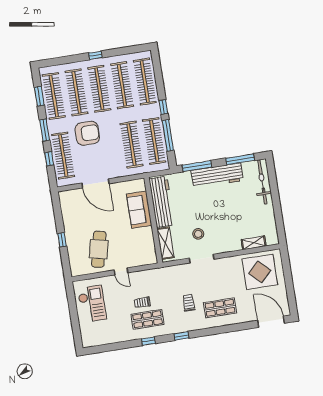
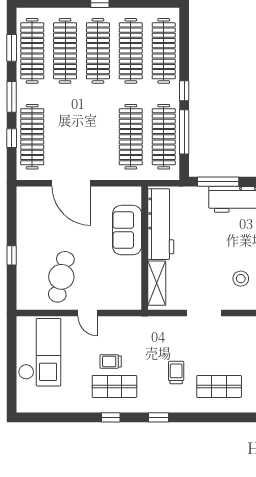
armchair: (87, 133) -> (71, 111), removed
stool: (198, 234) -> (241, 279), moved
checkout: (92, 304) -> (40, 352), width x1.36, depth x1.21

